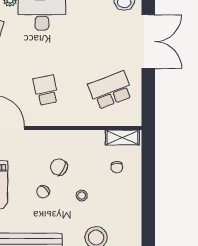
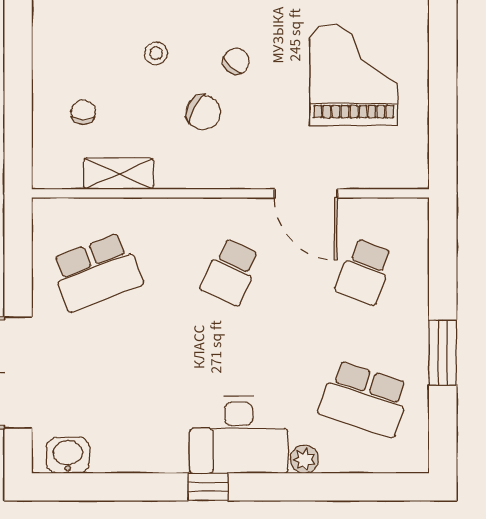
school desk: (46, 90) -> (230, 272), turned 36
shelving: (122, 138) -> (119, 174), moved

